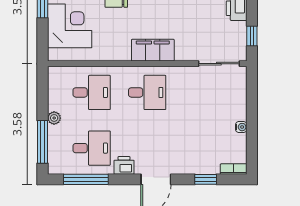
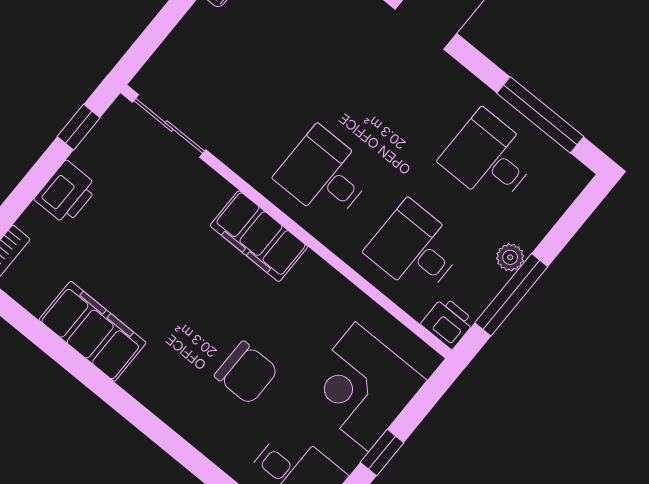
window: (42, 142) -> (511, 295), moved
printer: (124, 165) -> (448, 323), moved, turned 180

